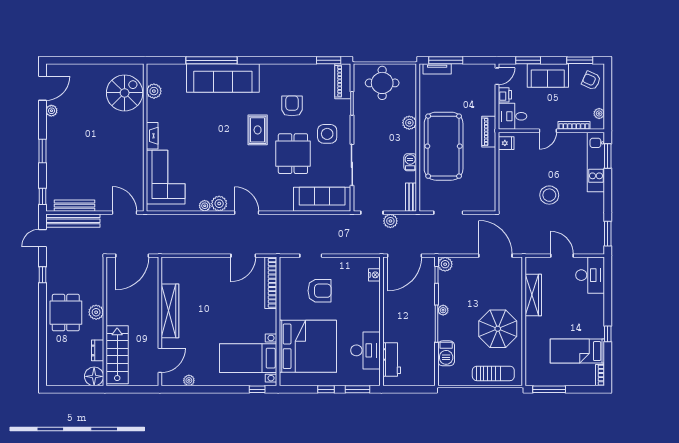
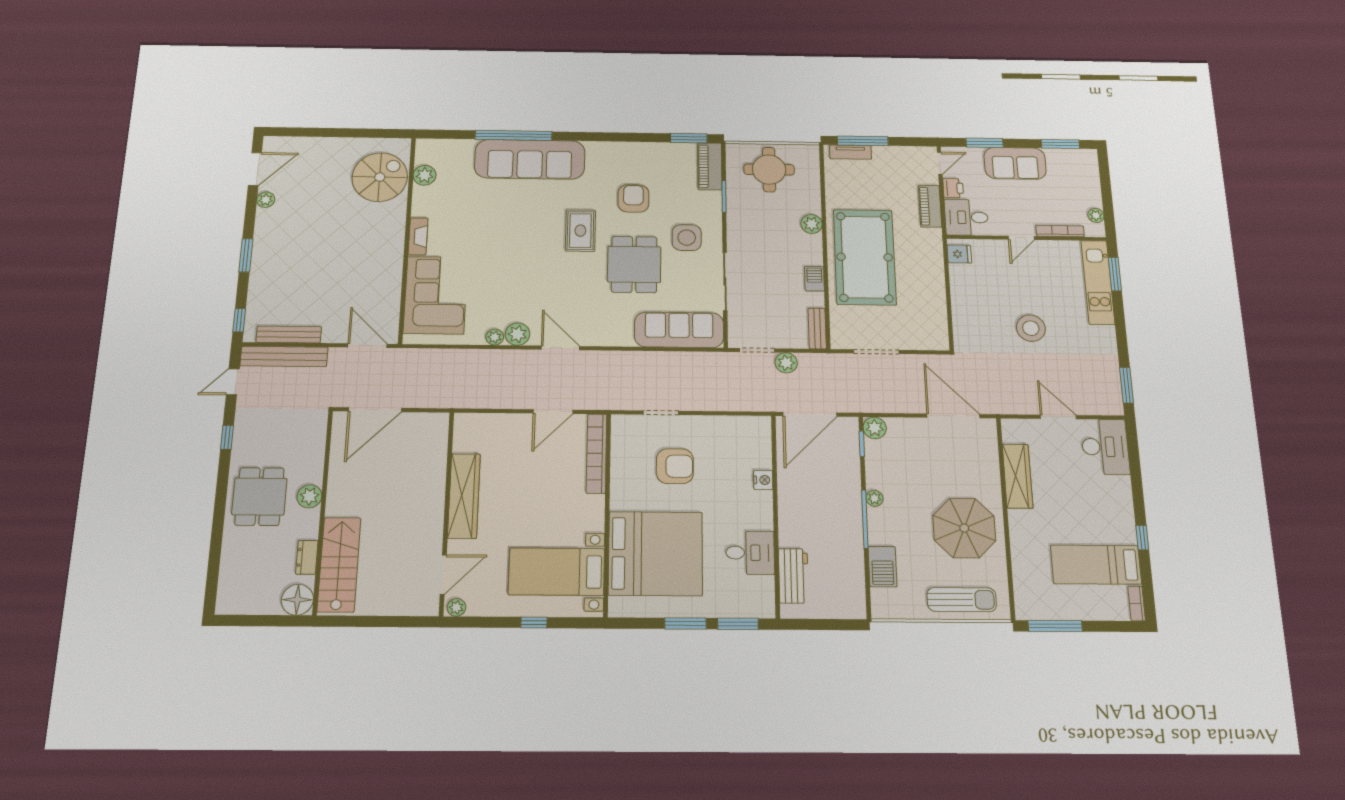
armchair: (591, 80) -> (1080, 171), removed
piano: (489, 132) -> (930, 206), moved
nightstand: (374, 275) -> (763, 480), moved
wardrobe: (170, 311) -> (464, 496), moved
wall: (160, 321) -> (447, 512), moved
desk: (365, 350) -> (750, 553), width x0.73
door: (160, 360) -> (443, 575), moved
window: (257, 389) -> (534, 623), moved
window: (326, 389) -> (685, 624), width x1.50

